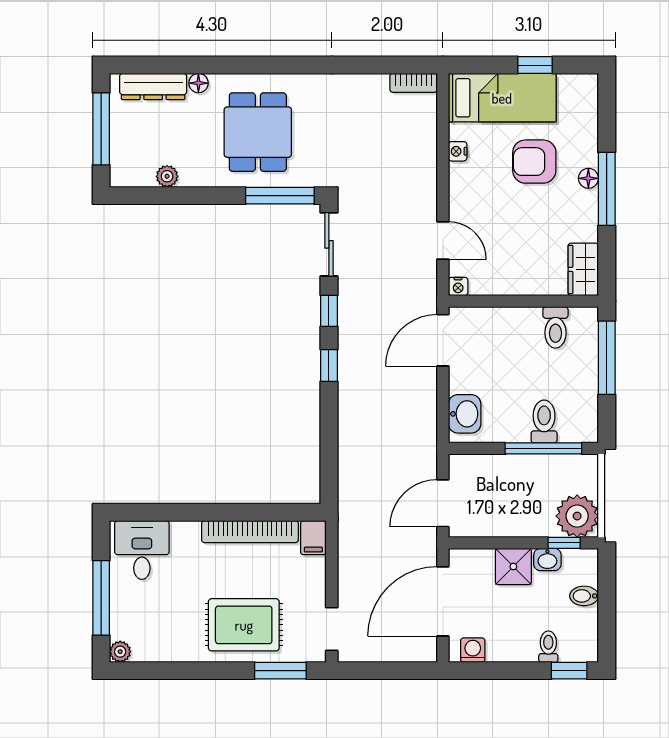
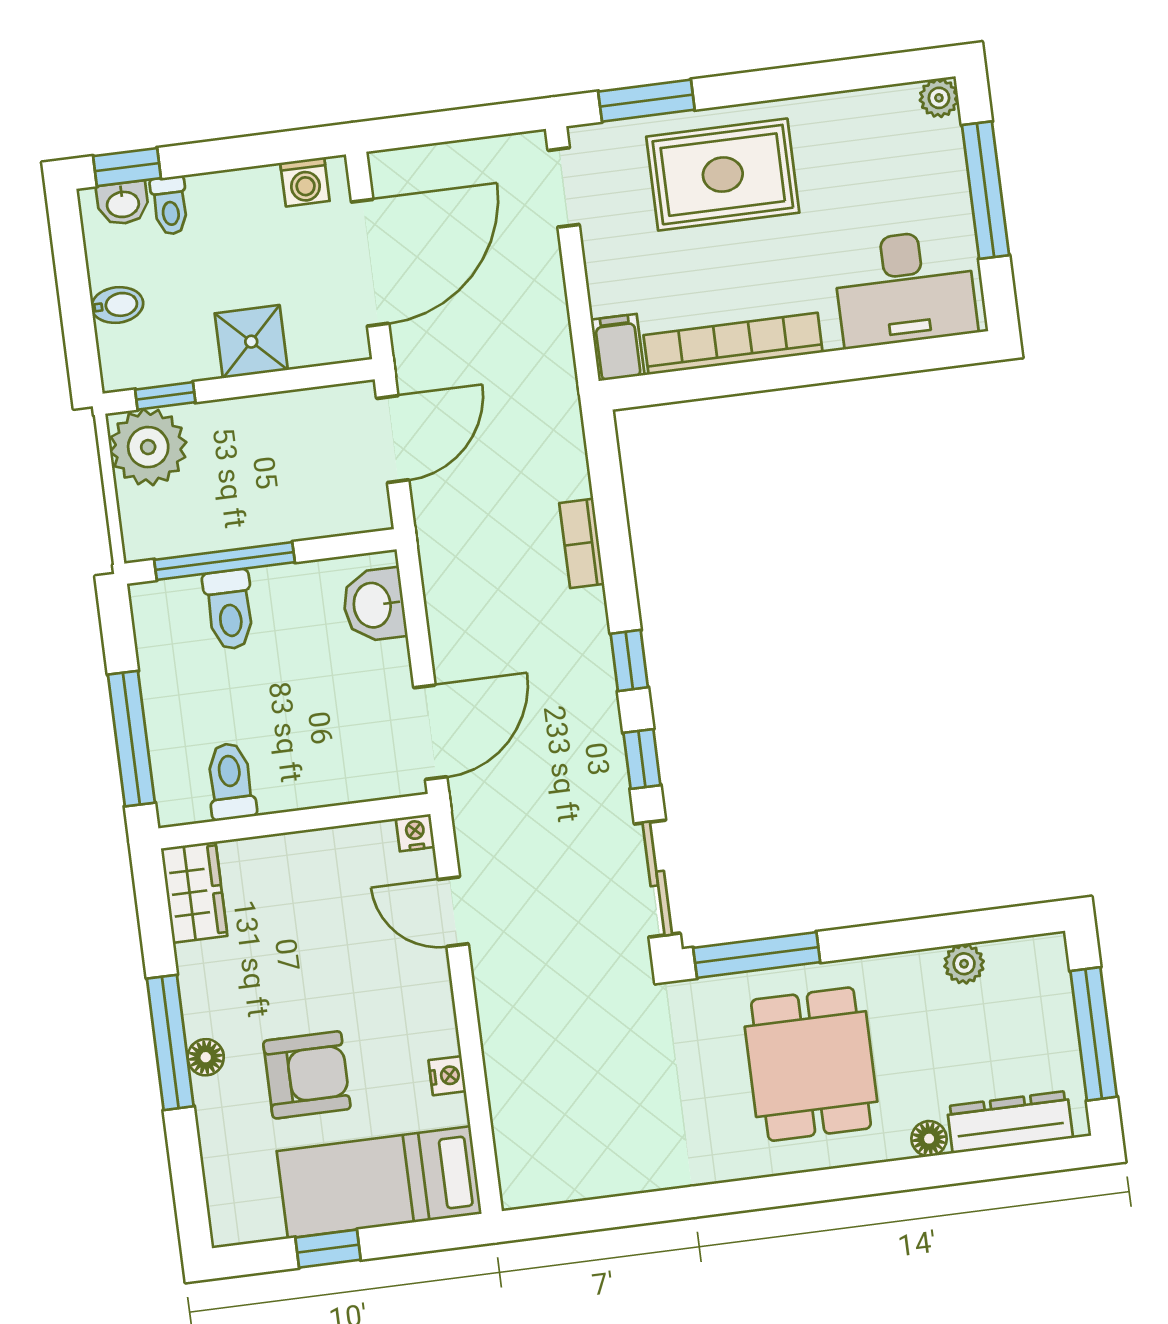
bookcase: (414, 83) -> (582, 543), moved, turned -90
desk: (142, 550) -> (905, 288), width x1.37
washbasin: (547, 560) -> (123, 203), moved, turned 180

